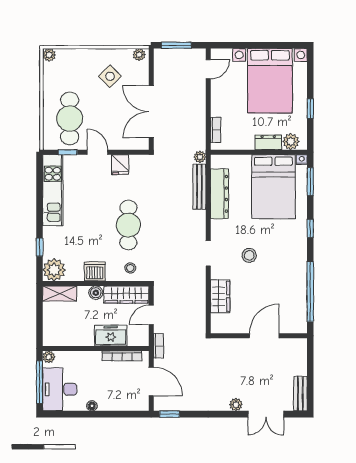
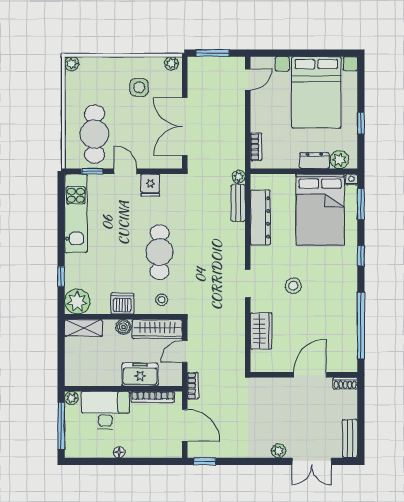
side table: (110, 76) -> (139, 87), turned 45
bench: (199, 187) -> (238, 203), width x0.73
shoe rack: (296, 344) -> (345, 383), added
desk: (60, 389) -> (105, 410), moved, turned 90

